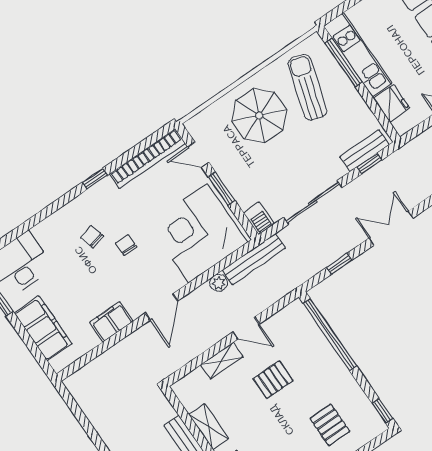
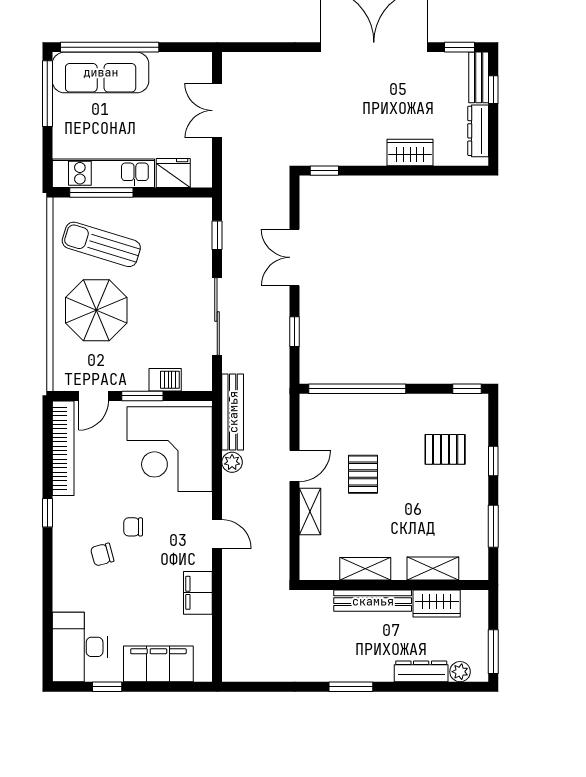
bench: (365, 151) -> (201, 231), removed
barbecue: (259, 218) -> (165, 380), moved
door: (162, 307) -> (217, 534), width x0.73

